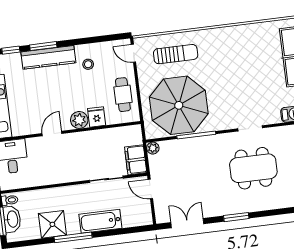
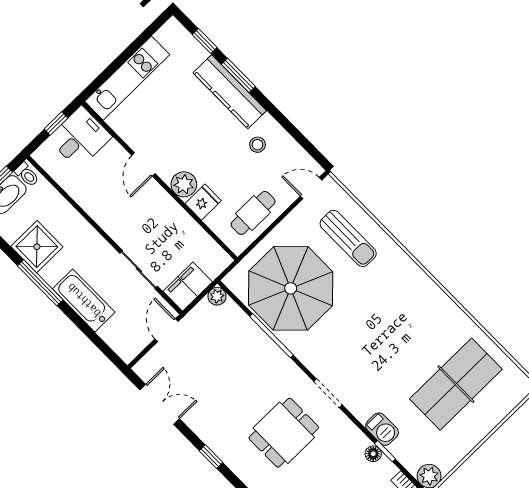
door: (133, 53) -> (311, 188), hinge flipped
door: (52, 134) -> (143, 164), swing flipped
dining table: (253, 168) -> (284, 433), width x0.73
window: (236, 217) -> (211, 457), width x0.67

